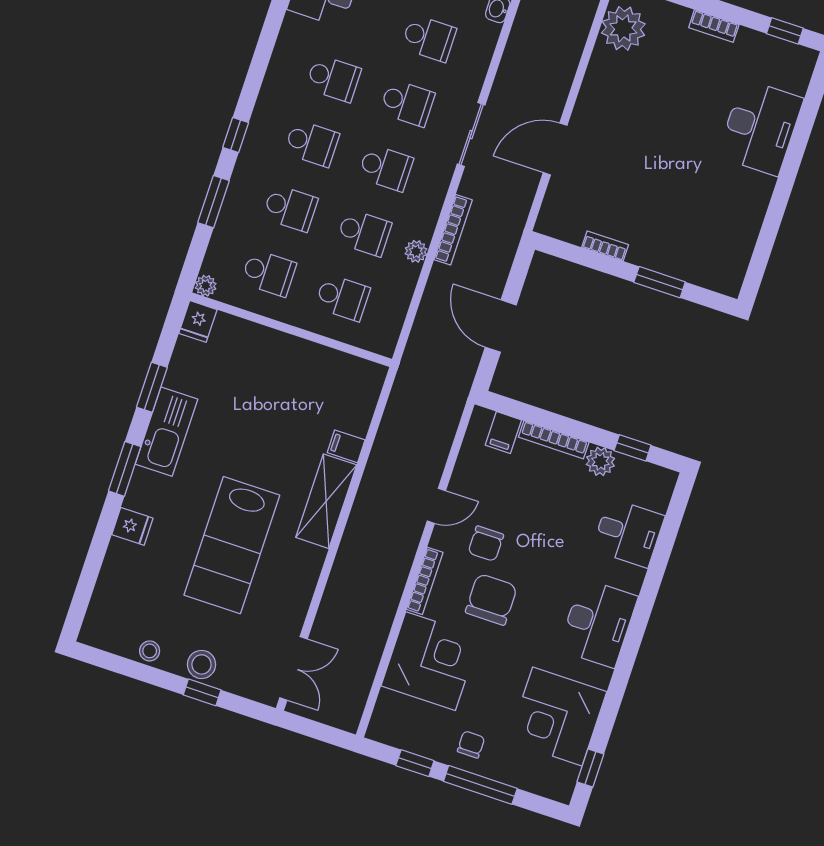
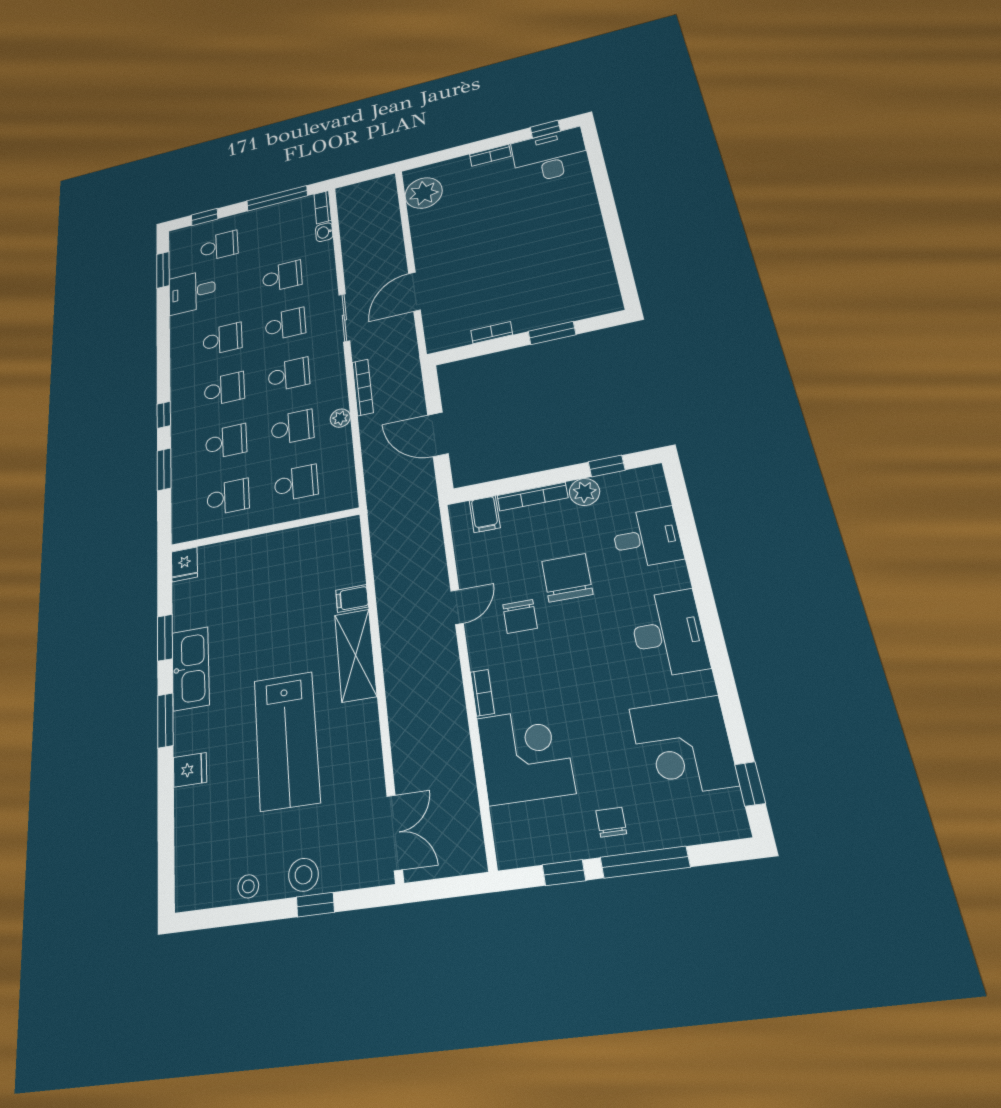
desk: (760, 127) -> (550, 156), moved, turned -90
plant: (206, 286) -> (181, 534), removed
bookcase: (425, 581) -> (482, 693), width x0.64
chair: (491, 599) -> (567, 578), moved

